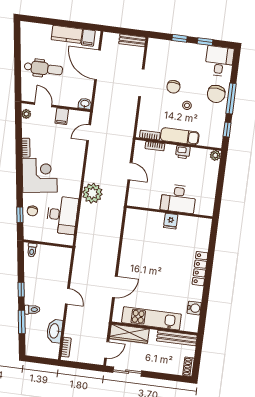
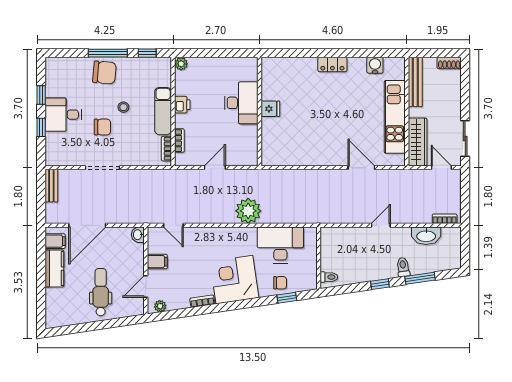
desk: (219, 61) -> (63, 115), moved
locker: (200, 269) -> (332, 65), width x0.66

